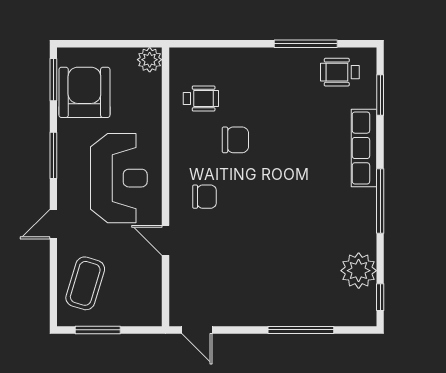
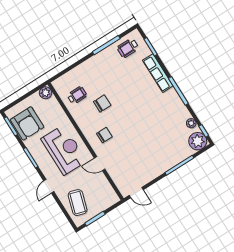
armchair: (84, 92) -> (27, 123), turned 180
plant: (359, 271) -> (191, 123), width x0.53, depth x0.53
plant: (359, 308) -> (198, 141), added

